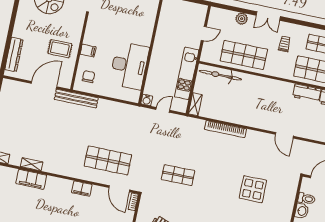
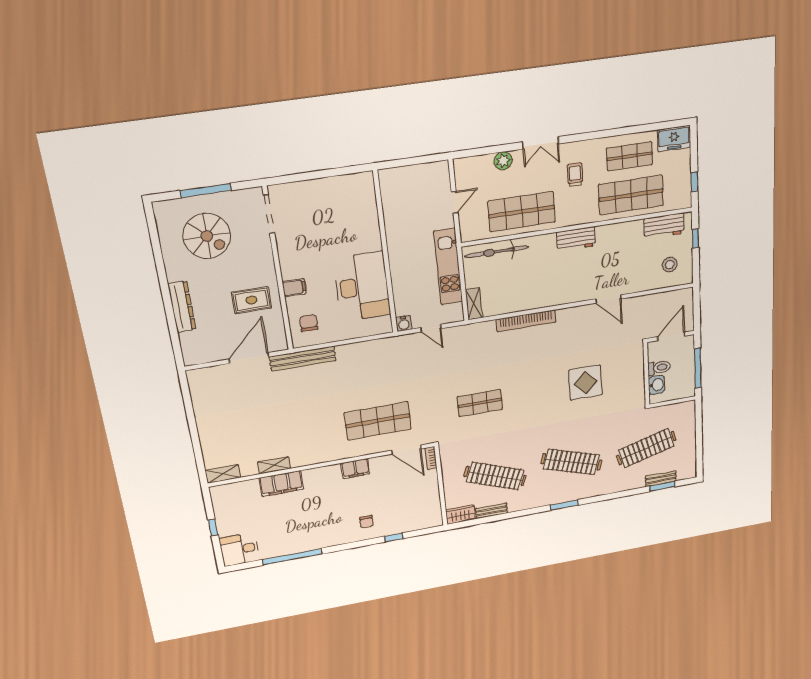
dresser: (14, 54) -> (182, 307), moved
workbench: (307, 93) -> (576, 239), moved
door: (163, 110) -> (431, 328), swing flipped

